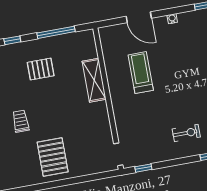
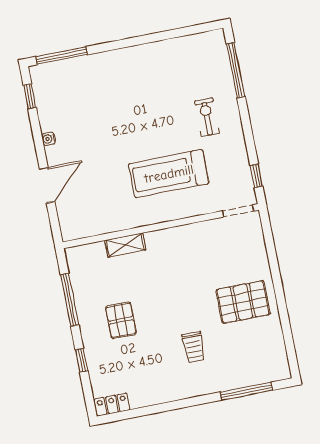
treadmill: (141, 73) -> (169, 174), moved, width x1.37, depth x1.38
shelving: (94, 80) -> (125, 245), width x0.67, depth x0.75
trolley: (21, 121) -> (194, 347), turned -90

